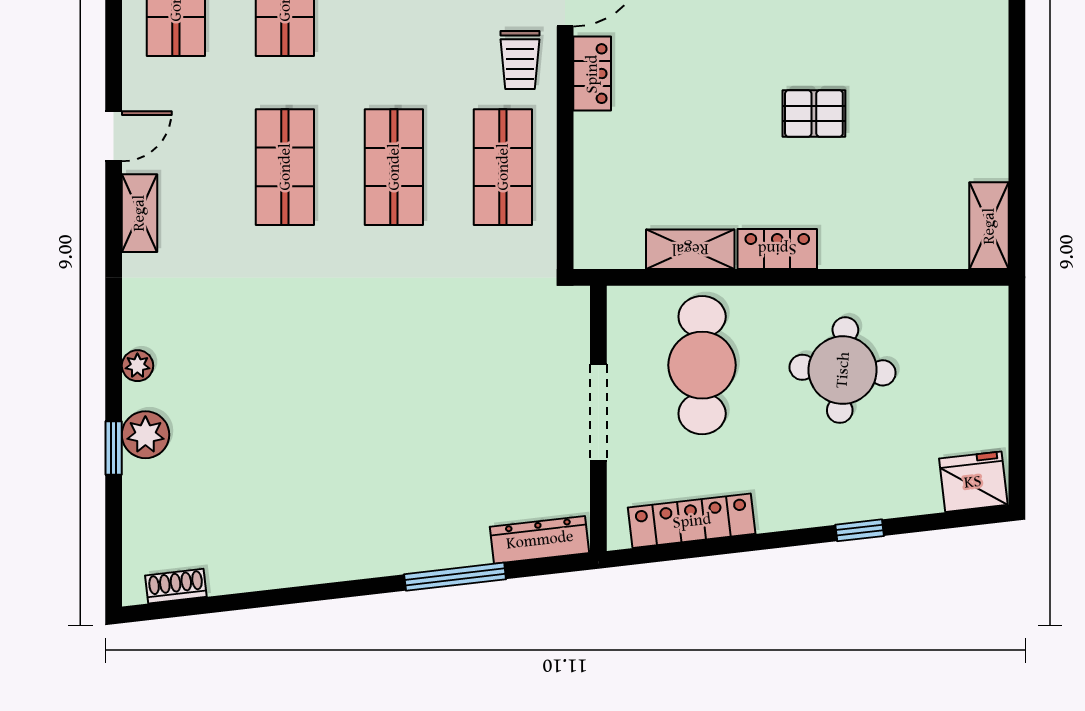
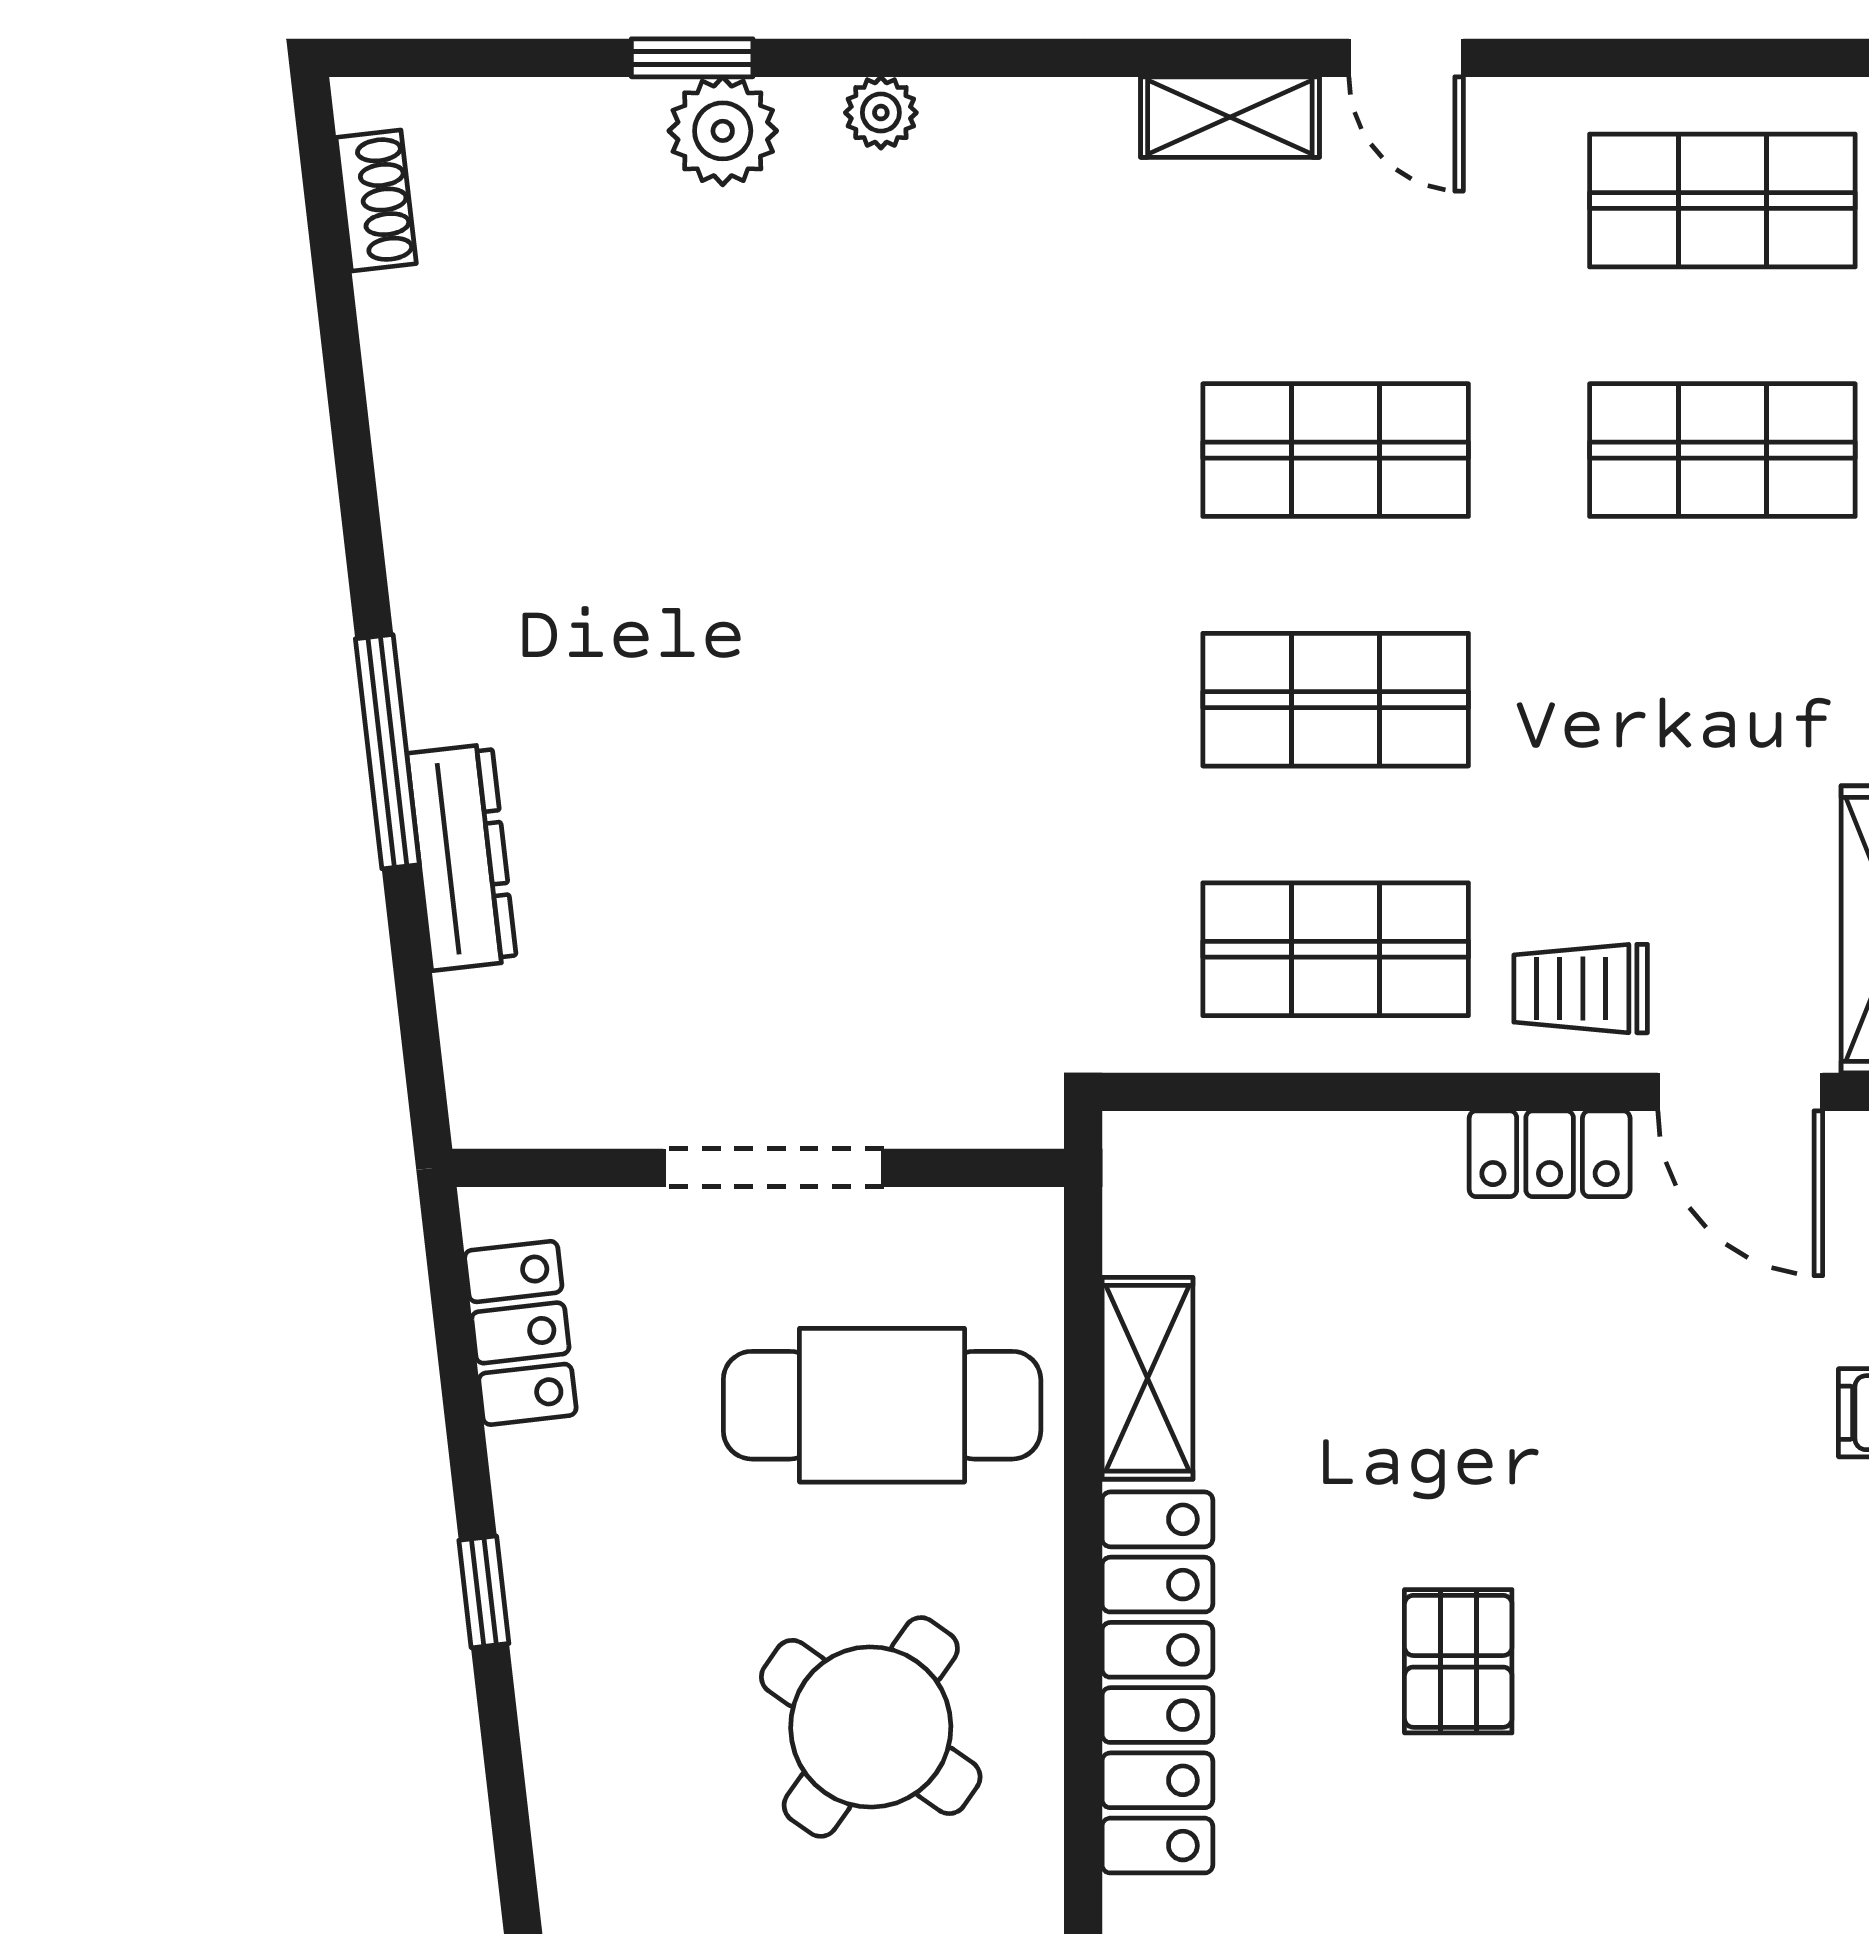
locker: (777, 249) -> (1157, 1682), width x2.16, depth x1.21
round table: (843, 370) -> (871, 1727), turned 31
locker: (692, 521) -> (520, 1333), width x0.66
window: (860, 530) -> (484, 1592), moved
dresser: (540, 540) -> (462, 857), moved
window: (455, 577) -> (387, 752), moved

